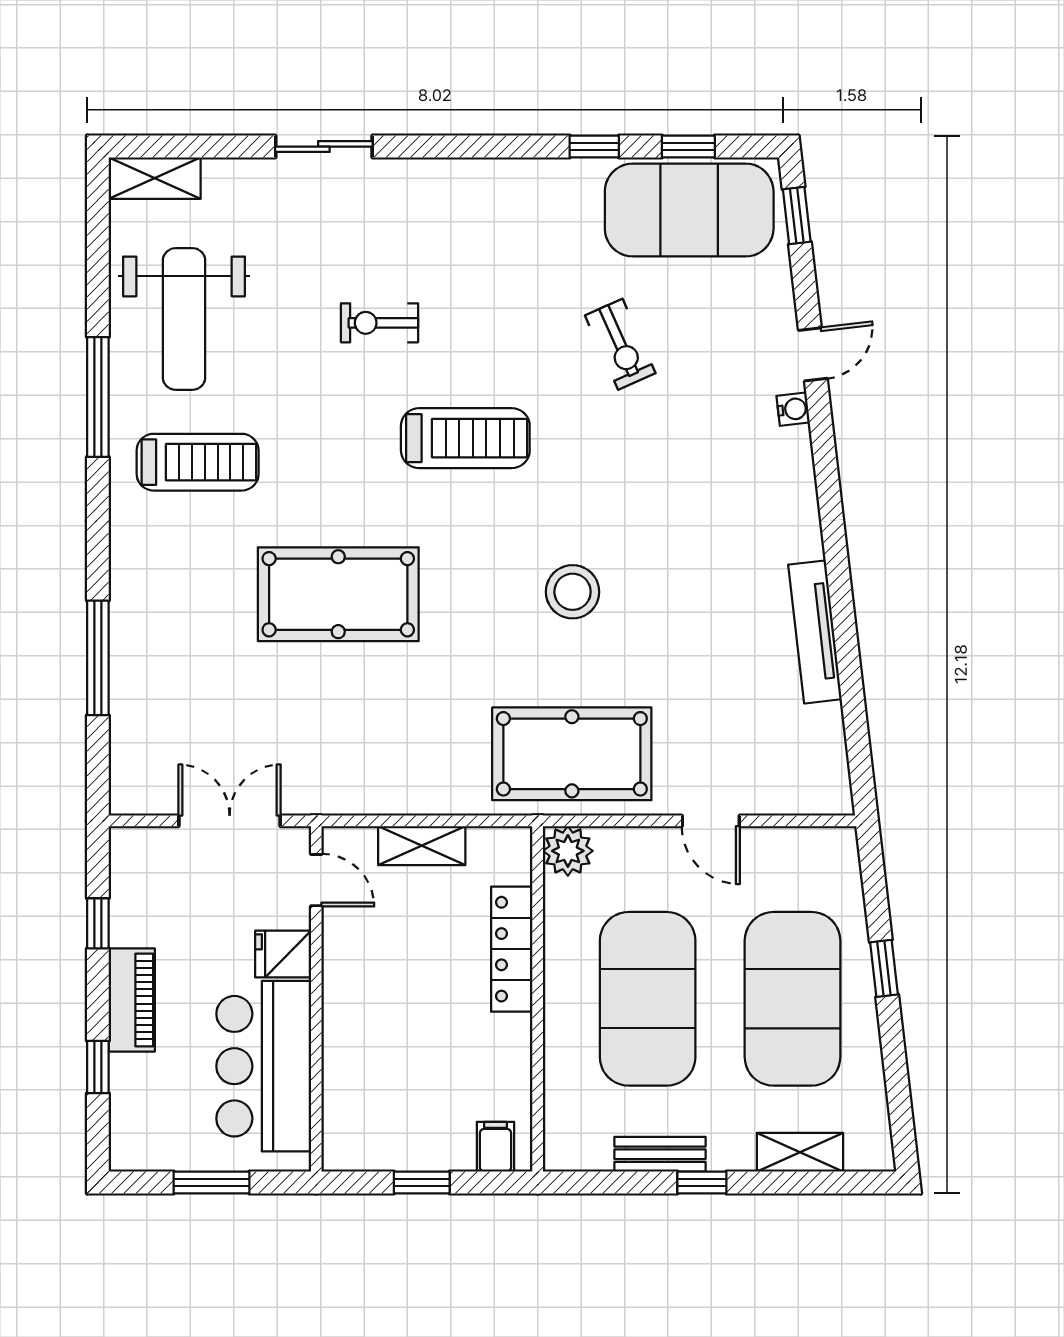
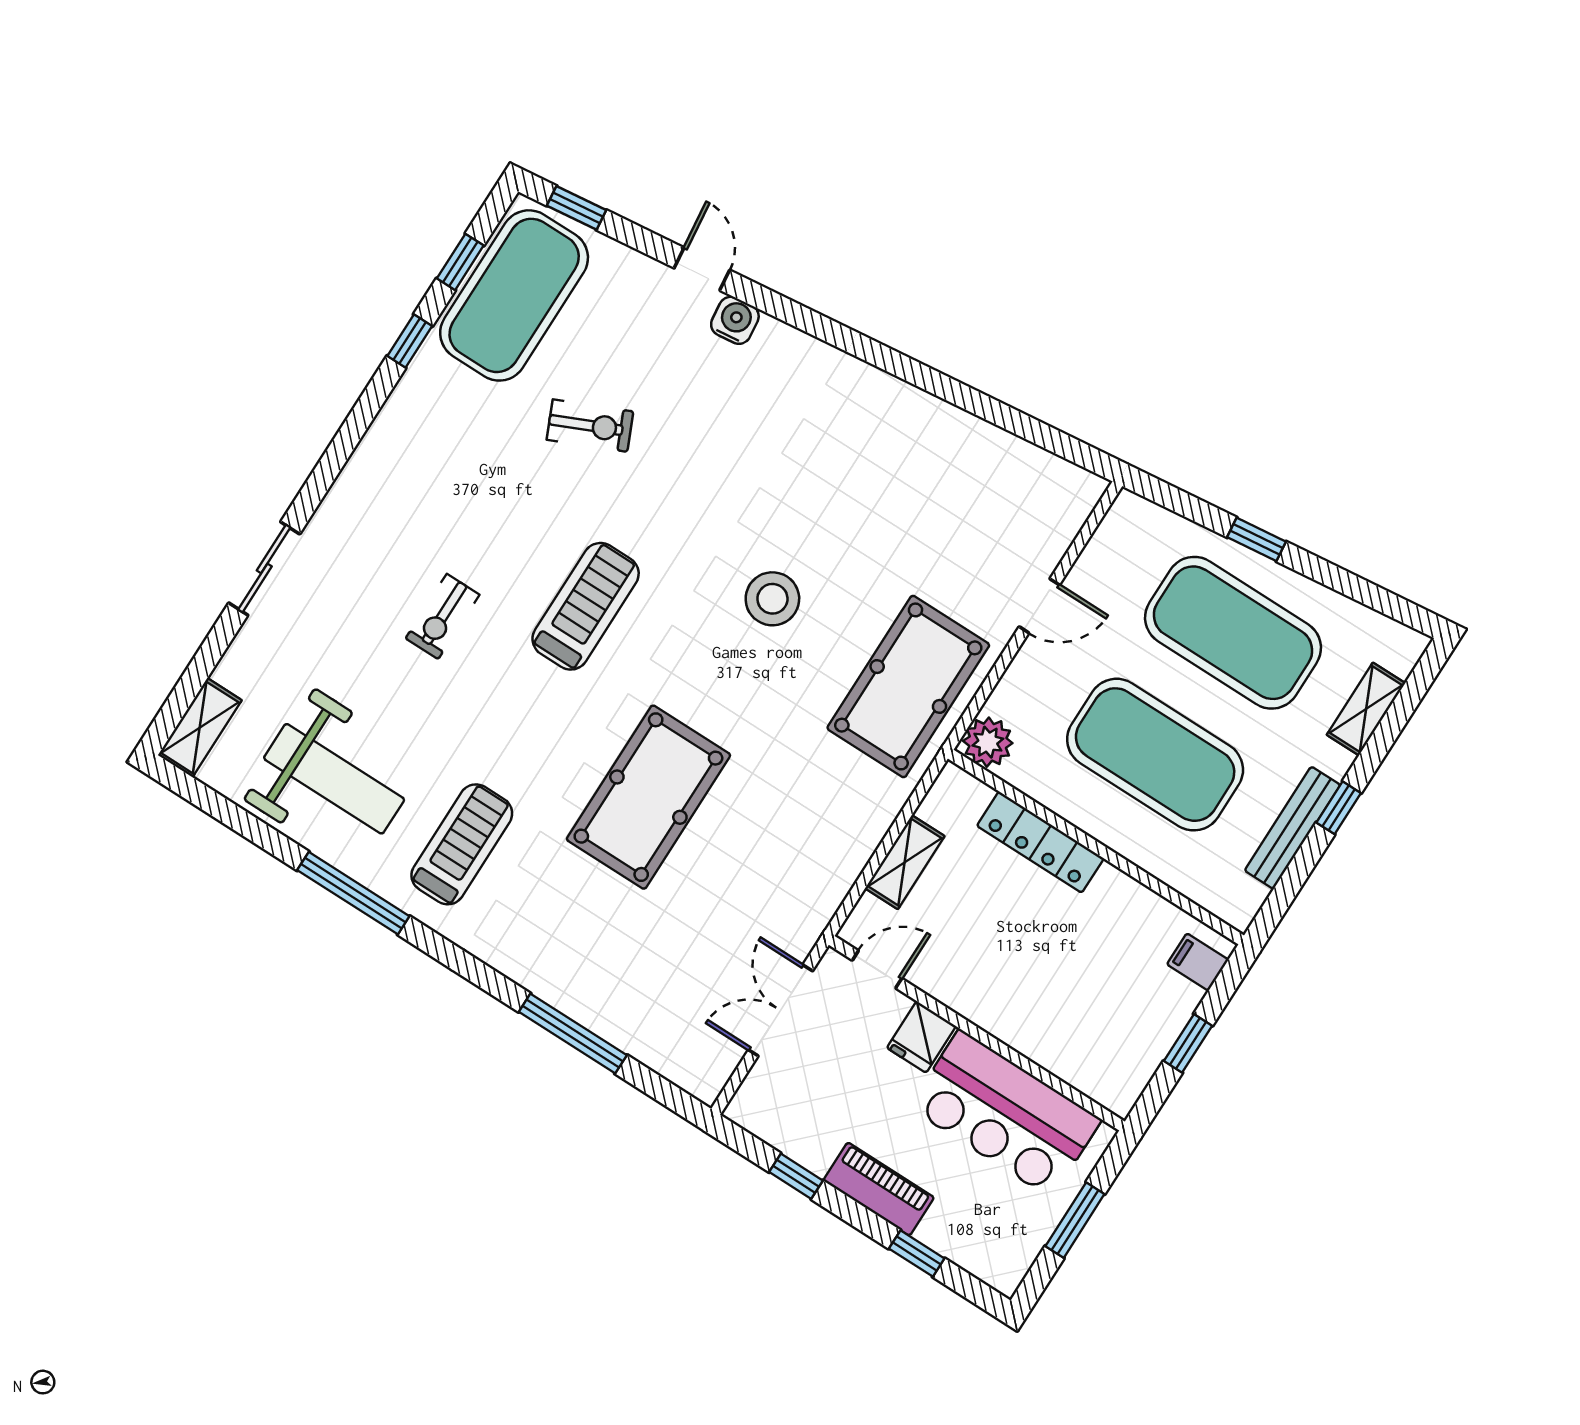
water cooler: (793, 409) -> (735, 320), width x1.38, depth x1.38
tv unit: (815, 632) -> (937, 417), removed
bench: (660, 1154) -> (1292, 828), width x1.36

